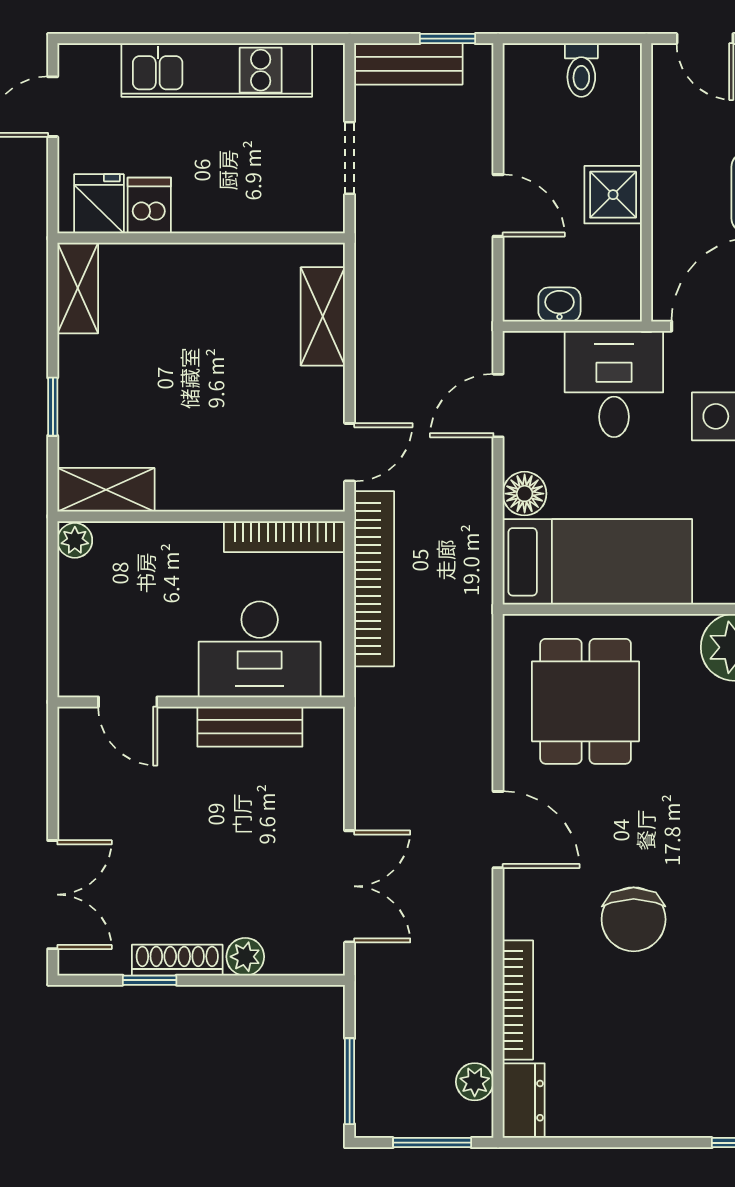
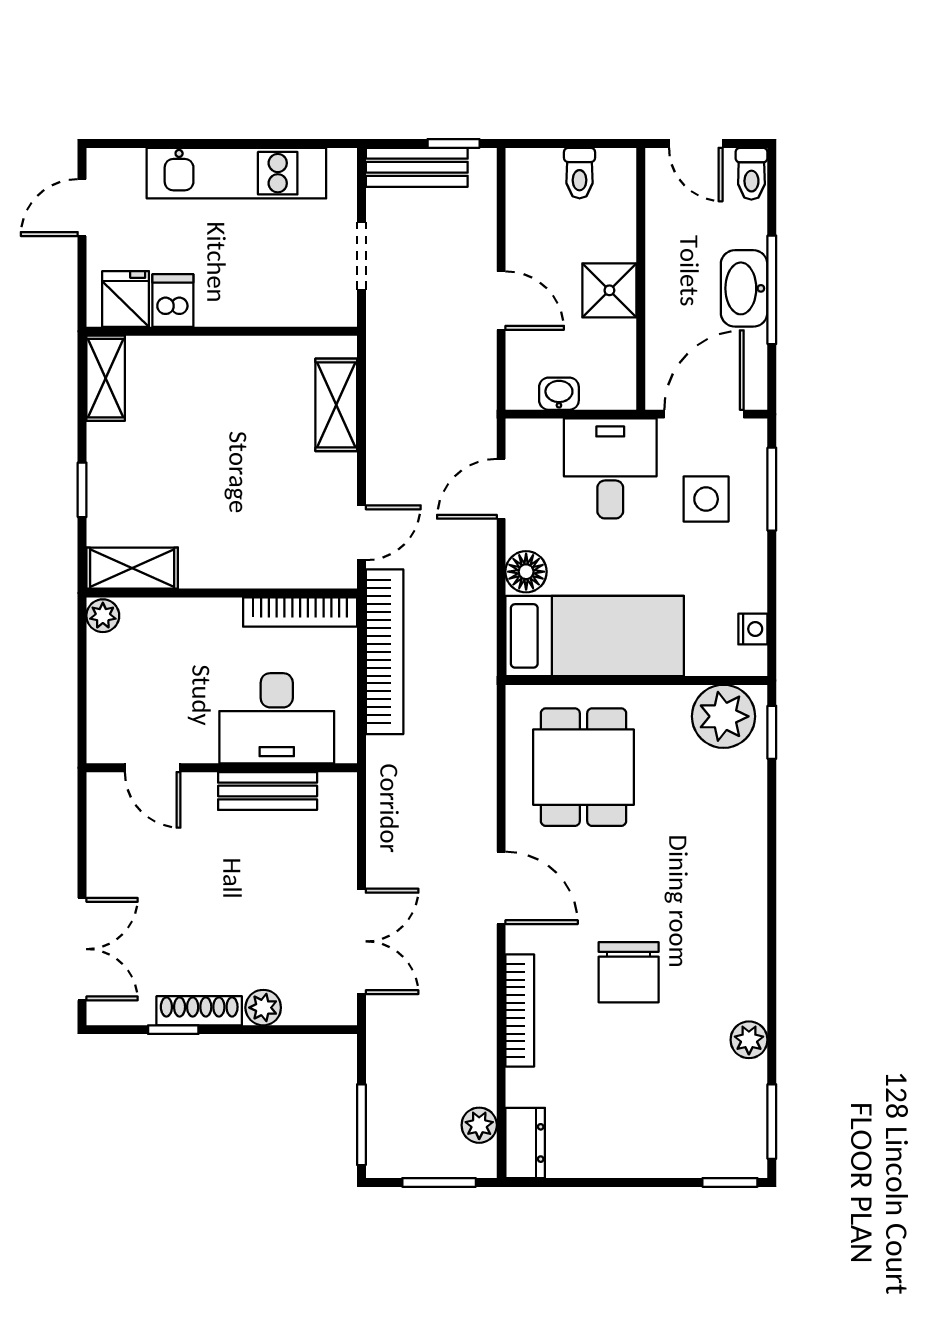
bookcase: (518, 1000) -> (520, 1010), moved

